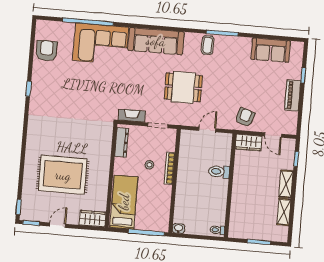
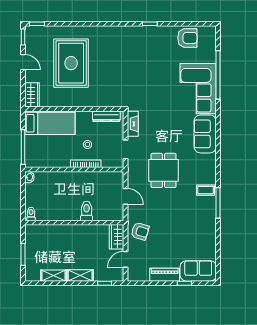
sofa: (156, 41) -> (205, 134), width x0.73
sofa: (271, 50) -> (198, 271), moved, turned 90

